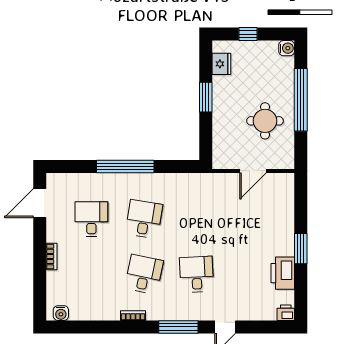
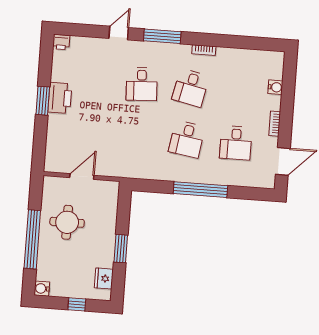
bookcase: (51, 256) -> (275, 124), moved
printer: (283, 273) -> (60, 98), moved
water cooler: (61, 313) -> (275, 87), moved, turned 90

